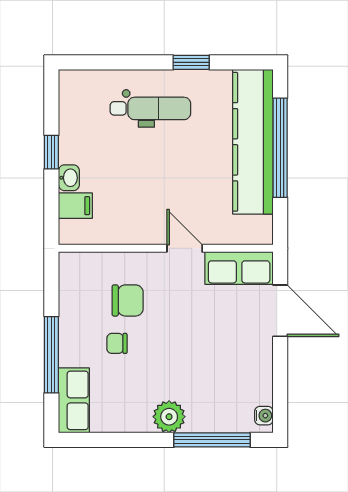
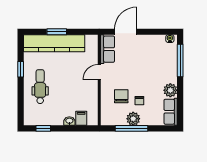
window: (280, 148) -> (57, 32), width x0.47
window: (51, 152) -> (43, 128), moved
plant: (74, 329) -> (133, 119), added
window: (51, 355) -> (132, 128), moved
row of seats: (74, 400) -> (171, 112), moved, turned -90
plant: (169, 417) -> (170, 90), moved

